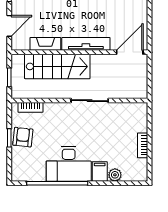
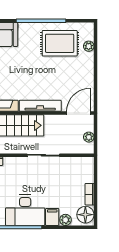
plant: (142, 80) -> (89, 137), added
floor lamp: (138, 169) -> (85, 215), added

